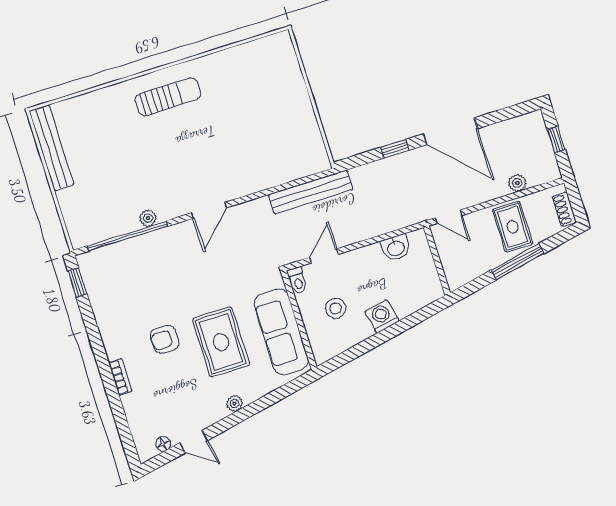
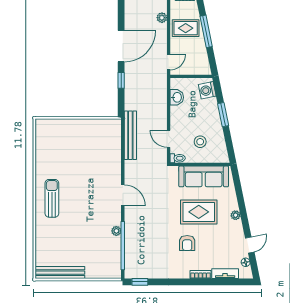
washing machine: (382, 316) -> (207, 90), moved
window: (391, 332) -> (223, 115), added
tv unit: (134, 416) -> (225, 274), added

